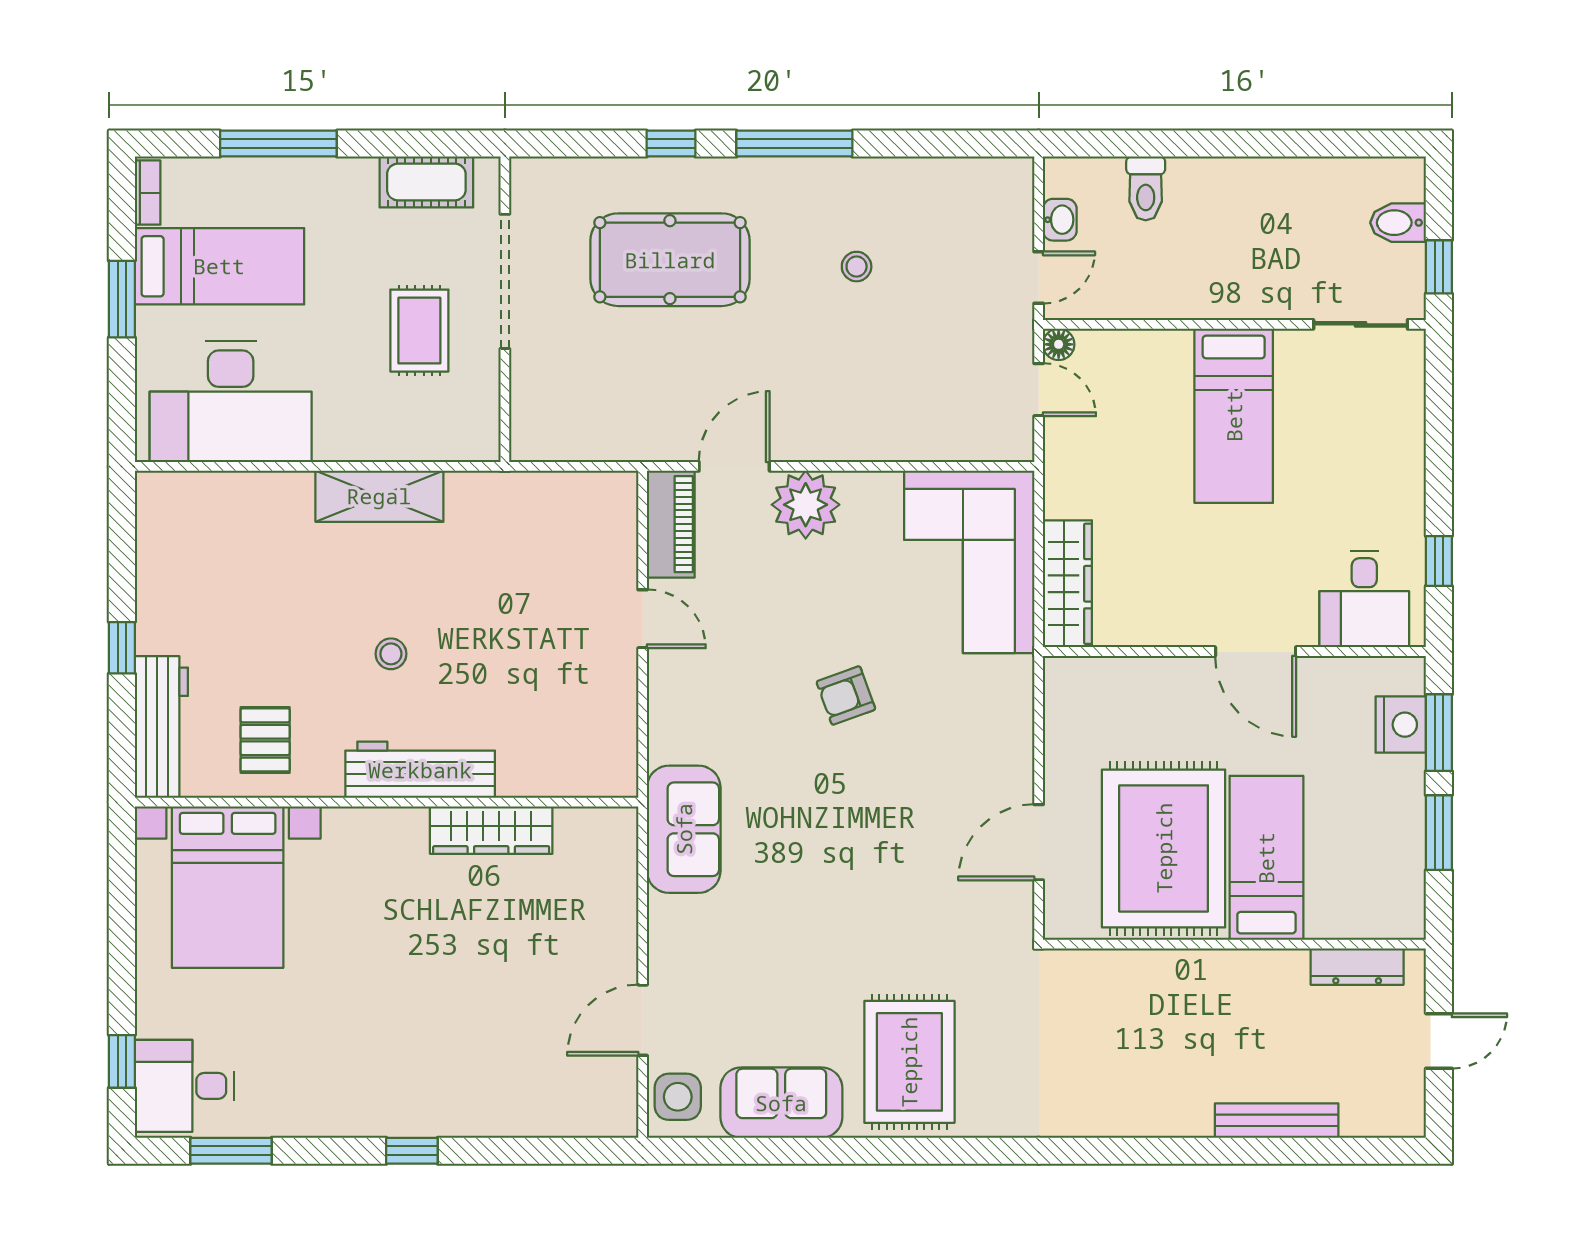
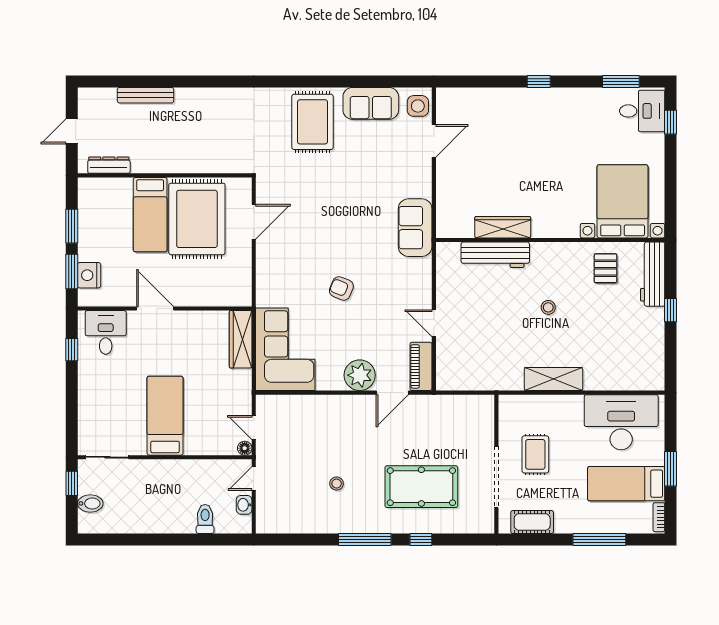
armchair: (846, 696) -> (341, 288), turned -138
workbench: (420, 770) -> (495, 255), moved

